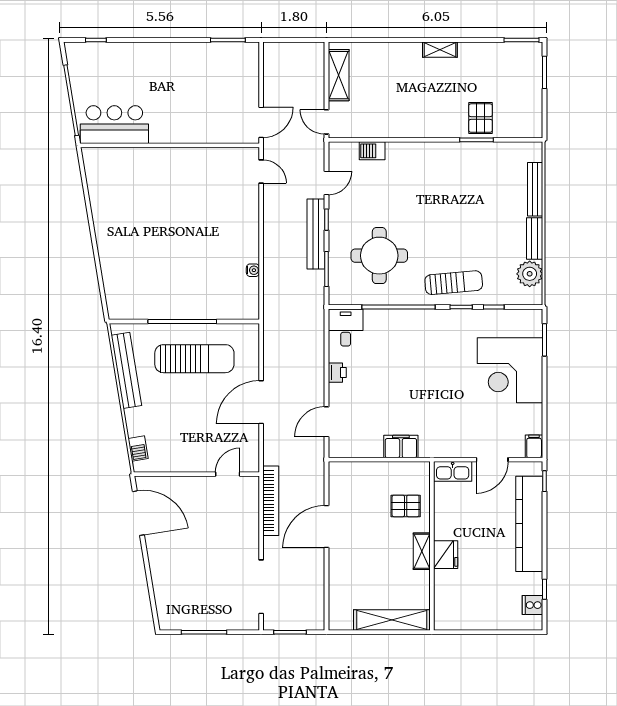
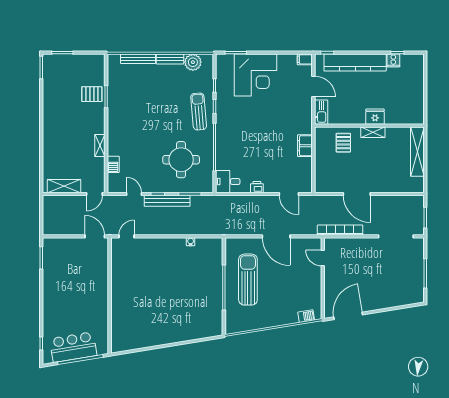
shelving: (440, 50) -> (100, 146), moved
bar counter: (114, 125) -> (73, 347), moved, turned 81
bench: (126, 370) -> (256, 324), removed
cooker: (532, 605) -> (393, 60), moved

